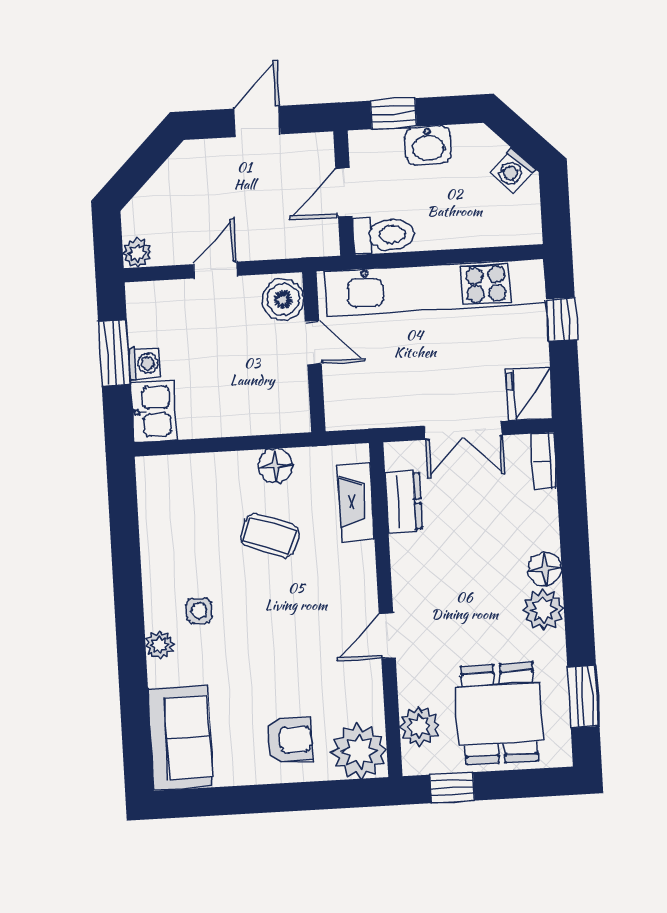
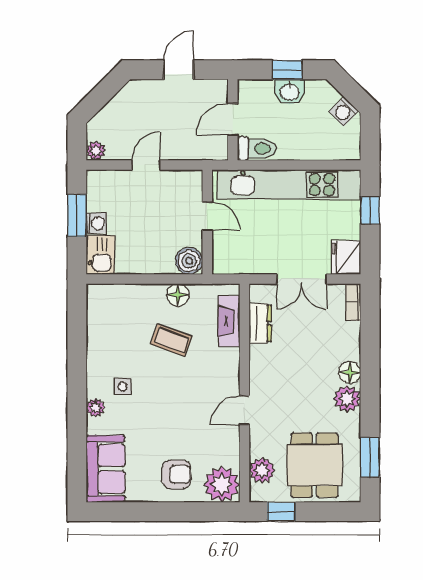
window: (393, 114) -> (287, 70), moved
boiler: (283, 300) -> (189, 261), moved

